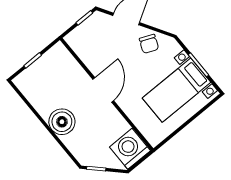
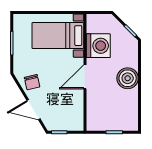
chair: (149, 44) -> (32, 82), turned 144
bed with nightstands: (177, 90) -> (58, 36), moved, turned 180
washing machine: (130, 149) -> (98, 46), moved, turned -90

